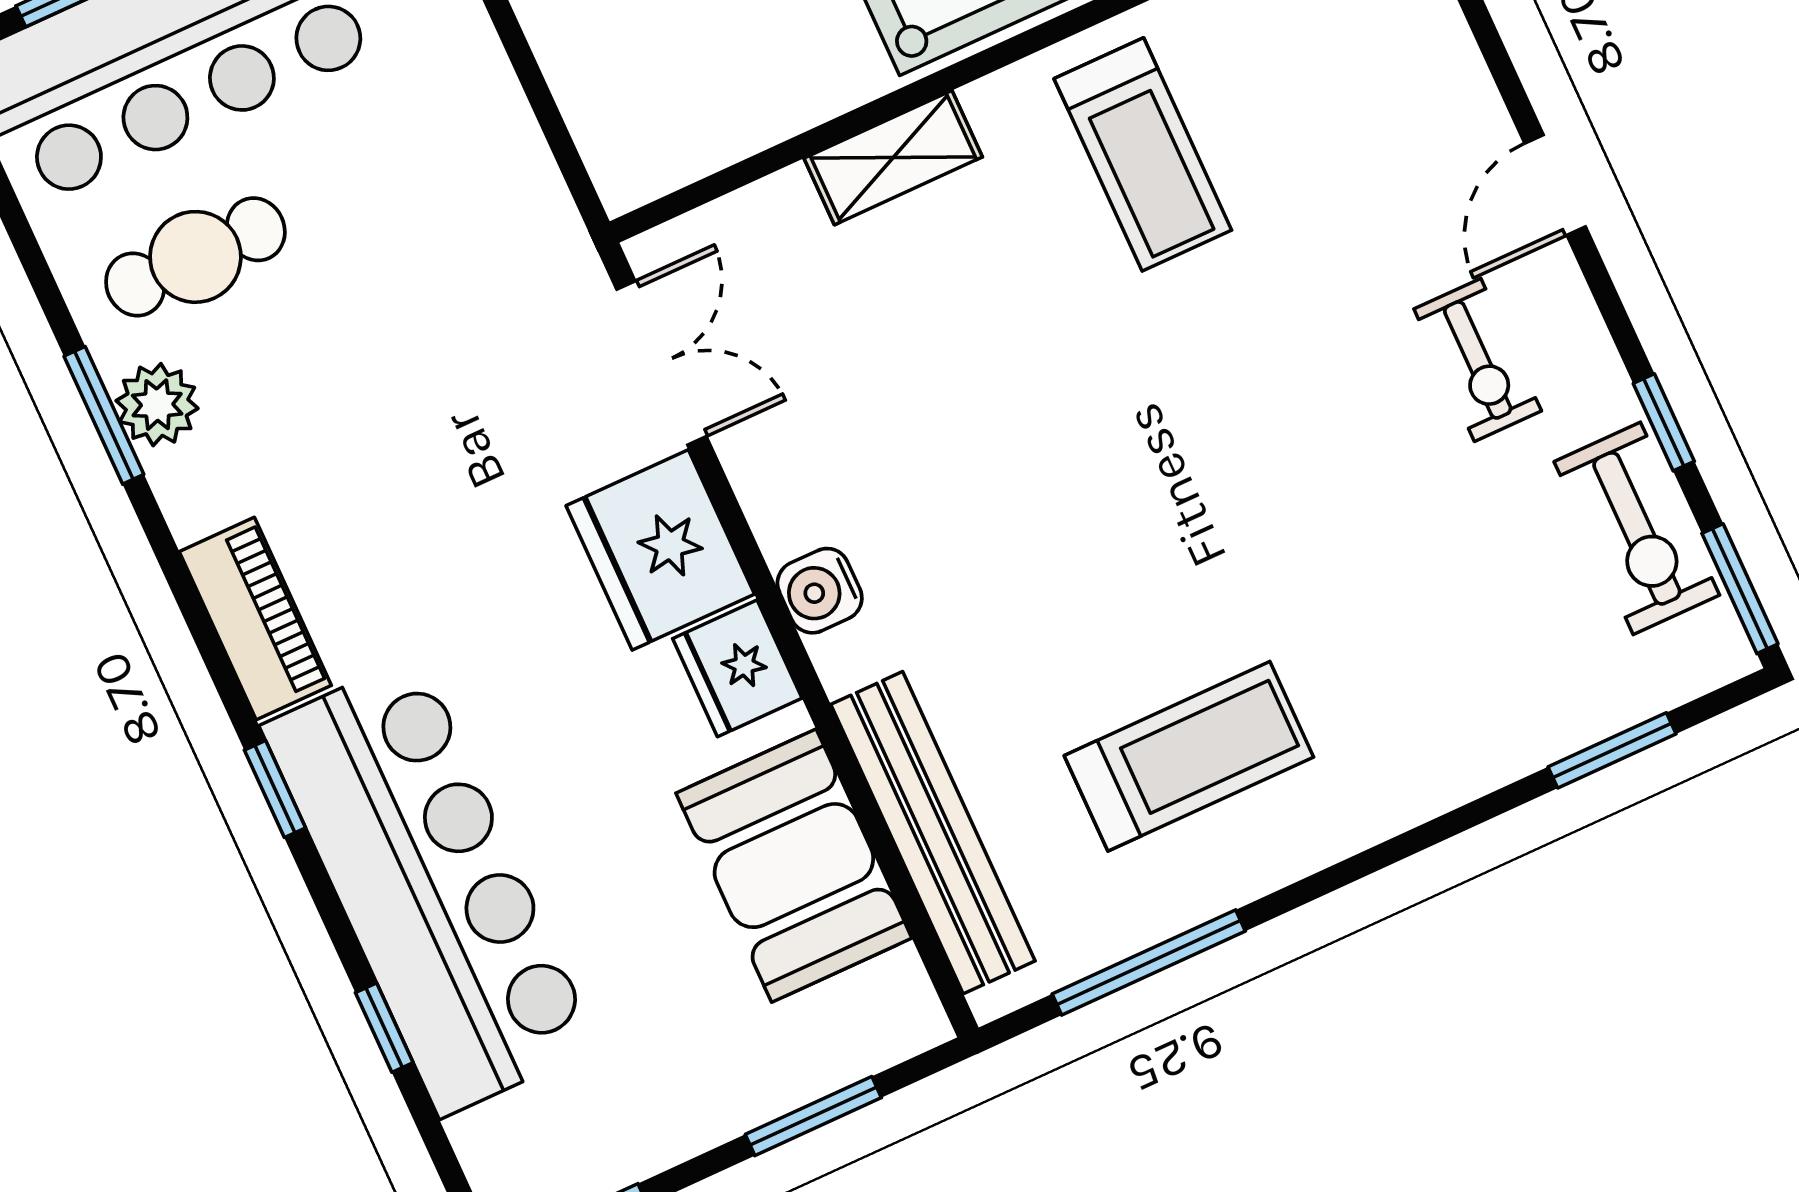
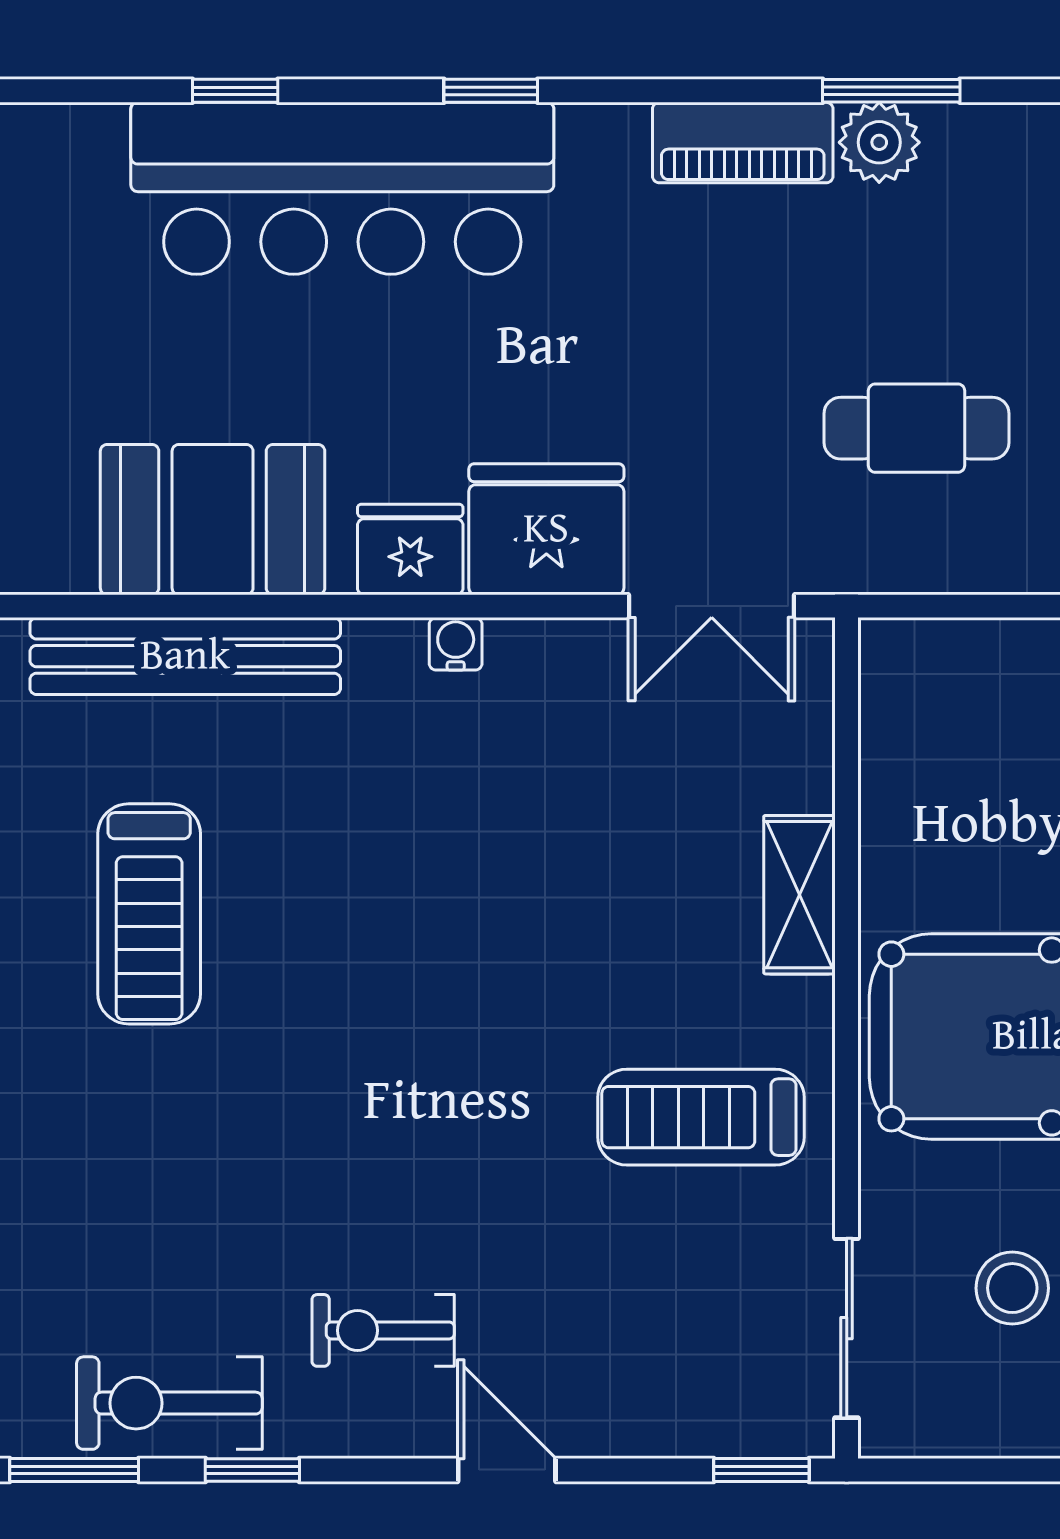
cafe table: (195, 257) -> (917, 428), moved, turned 90
water cooler: (820, 591) -> (456, 644), width x0.72, depth x0.72
piano: (255, 619) -> (743, 143), moved

